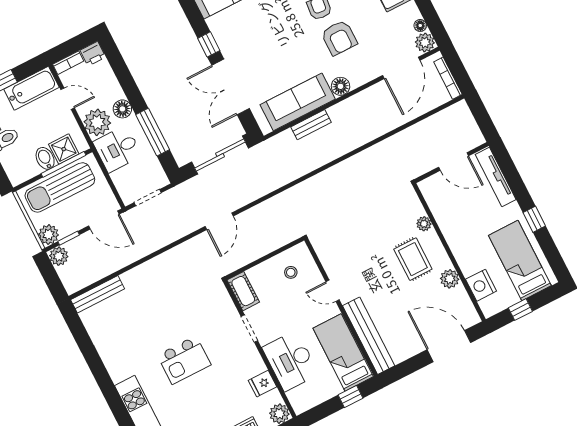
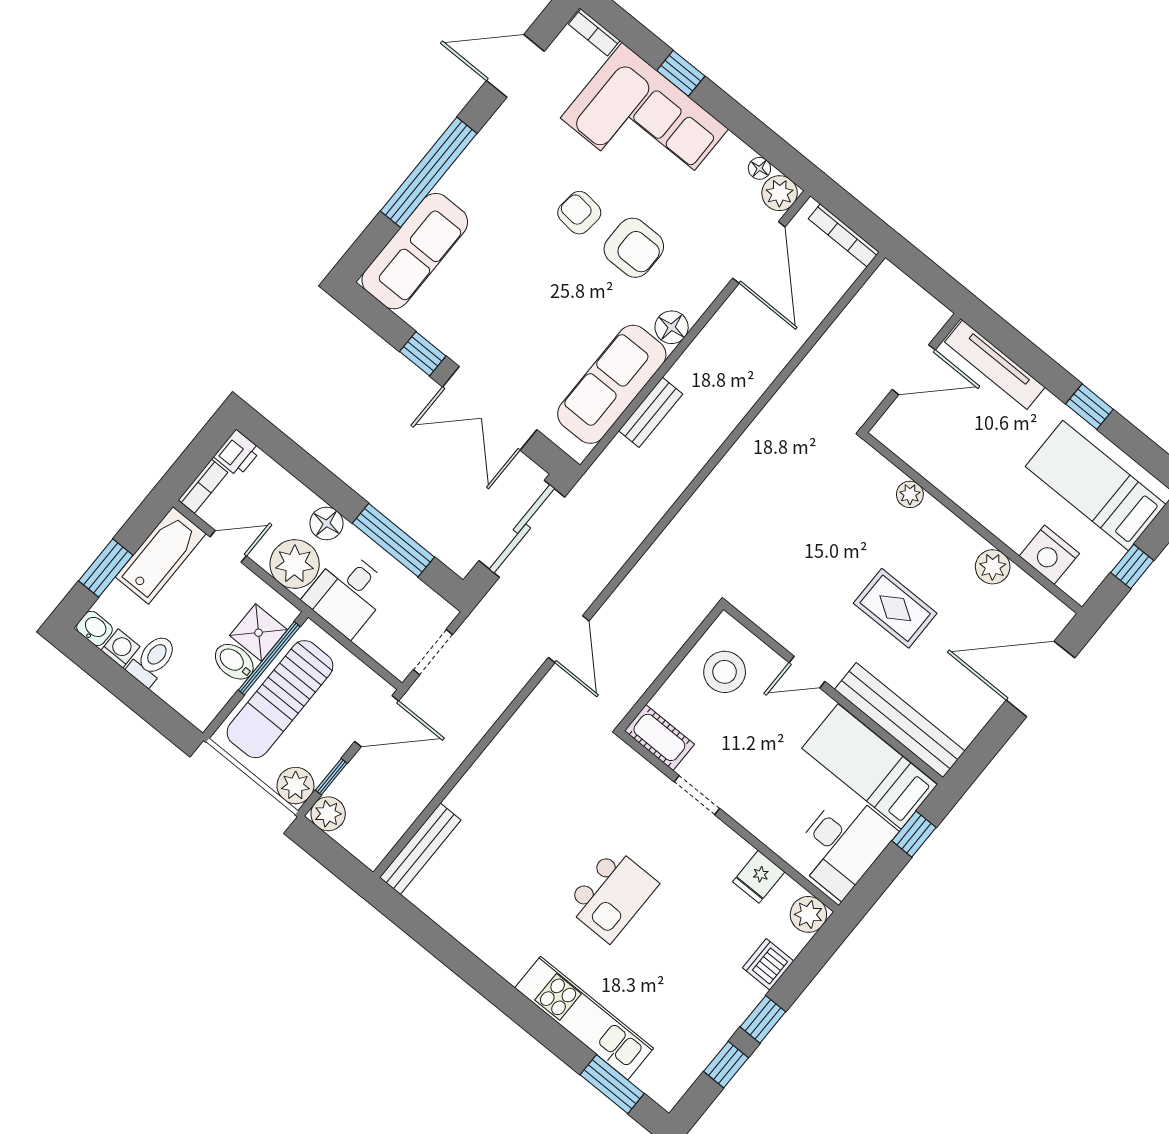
rug: (413, 259) -> (895, 608), moved
stool: (291, 272) -> (725, 672), width x1.89, depth x1.89
desk: (291, 361) -> (843, 844), moved, turned -90

